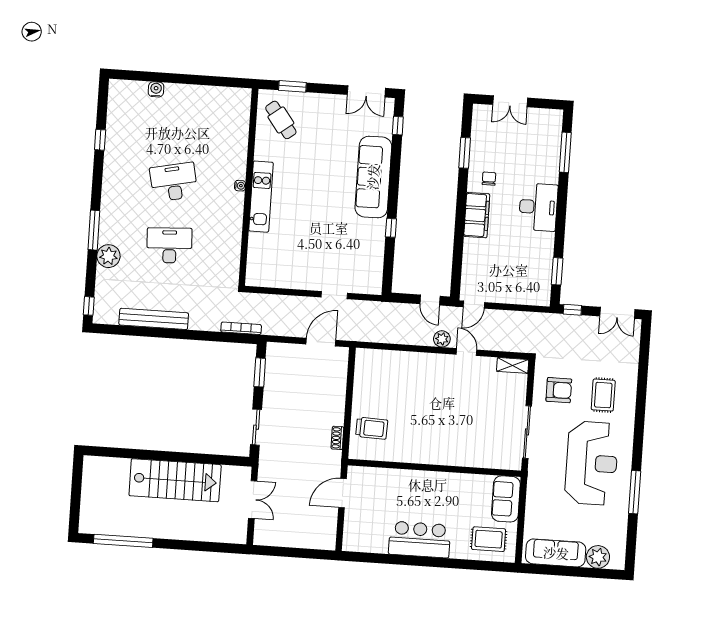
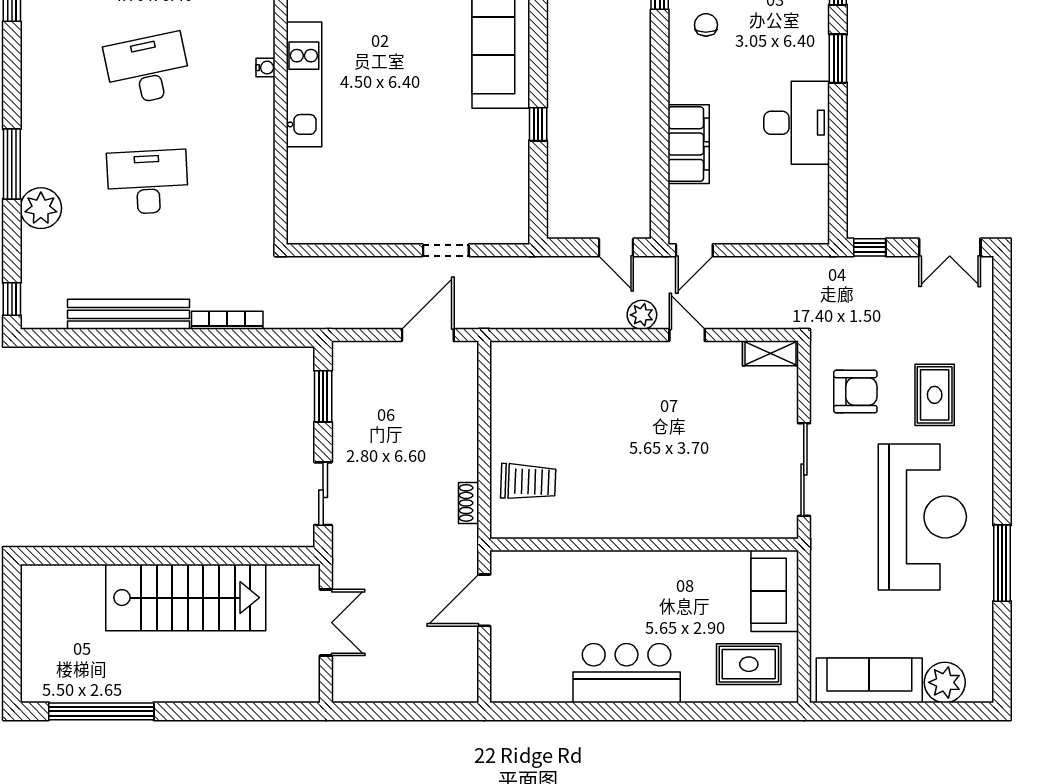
desk: (538, 207) -> (797, 123), moved
filing cabinet: (477, 215) -> (689, 144), moved
window: (557, 271) -> (838, 59), moved
bookcase: (241, 328) -> (227, 320), moved

